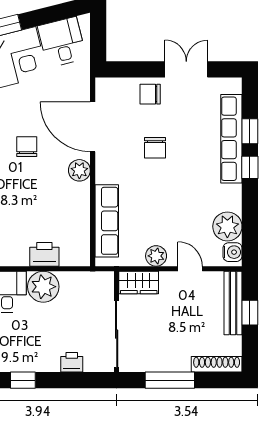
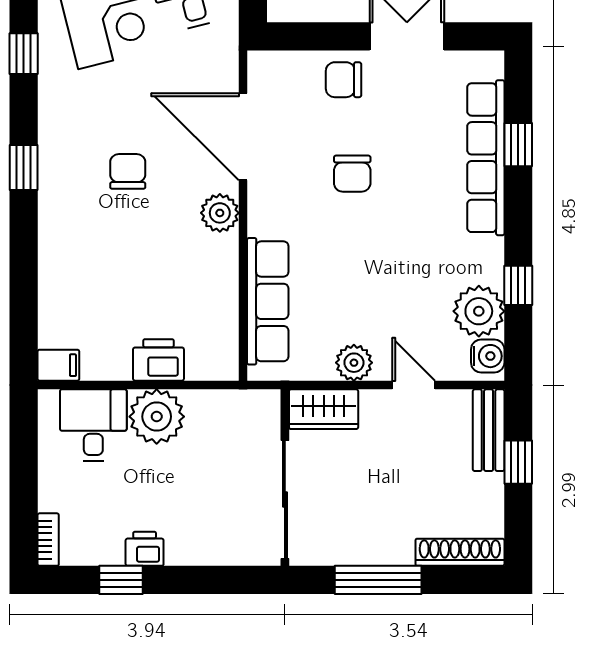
window: (250, 167) -> (518, 285), moved
bench: (233, 303) -> (489, 430), width x0.73
printer: (72, 362) -> (145, 549), moved

